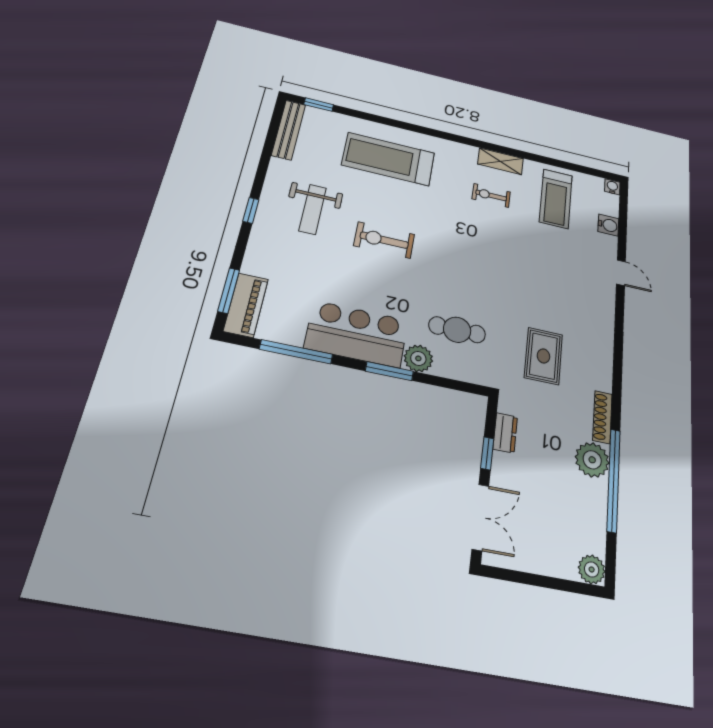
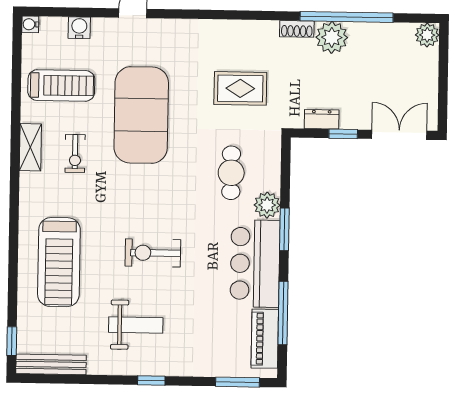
exercise bike: (384, 240) -> (153, 253), turned 90
exercise mat: (523, 259) -> (141, 115), added
piano: (246, 305) -> (265, 339), moved, turned -90
shoe rack: (602, 417) -> (297, 29), width x0.70

